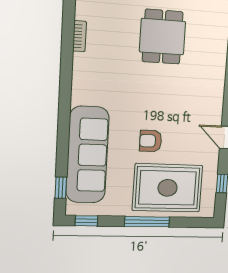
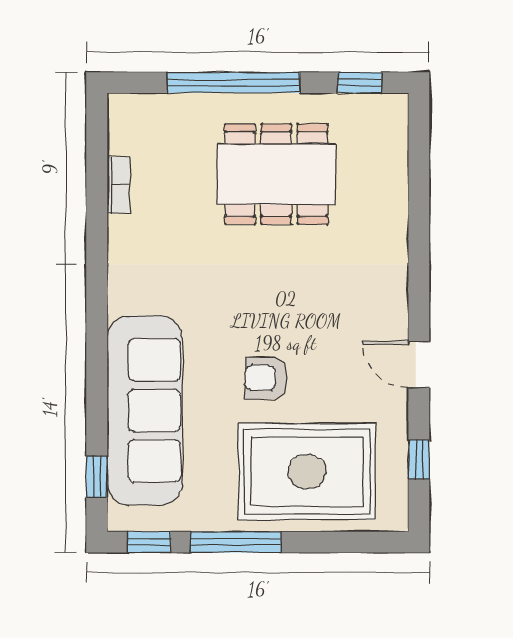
dining table: (163, 37) -> (276, 174), width x1.38
window: (147, 222) -> (236, 542), moved

